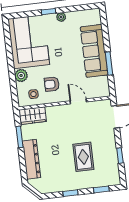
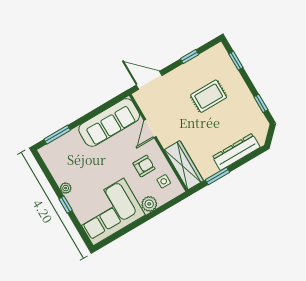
sofa: (94, 51) -> (109, 122), moved
window: (109, 63) -> (57, 135), moved
armchair: (52, 84) -> (144, 166), turned -90
wardrobe: (33, 116) -> (184, 165), width x1.50
window: (70, 193) -> (261, 103), moved

